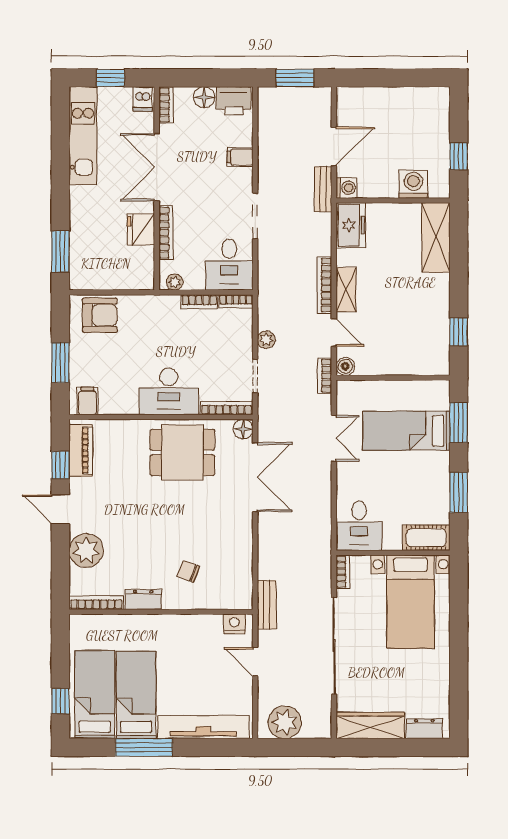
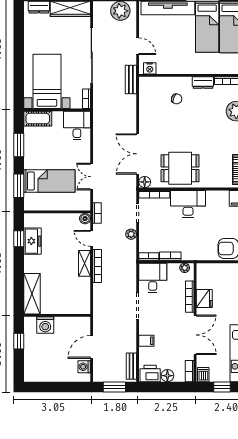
washing machine: (347, 188) -> (84, 367), moved
bench: (323, 189) -> (131, 366), moved
freezer: (351, 225) -> (33, 241), moved, turned 180

